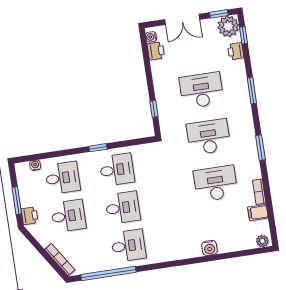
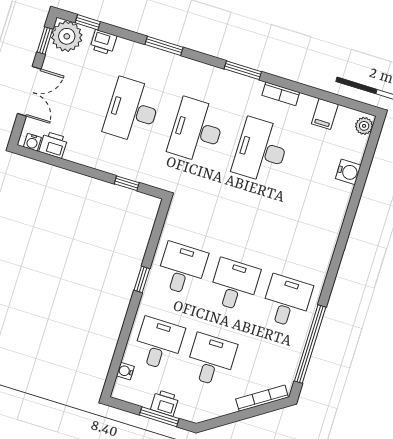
bookcase: (259, 192) -> (281, 94), moved
printer: (30, 216) -> (165, 403), moved
water cooler: (209, 248) -> (348, 172), moved

